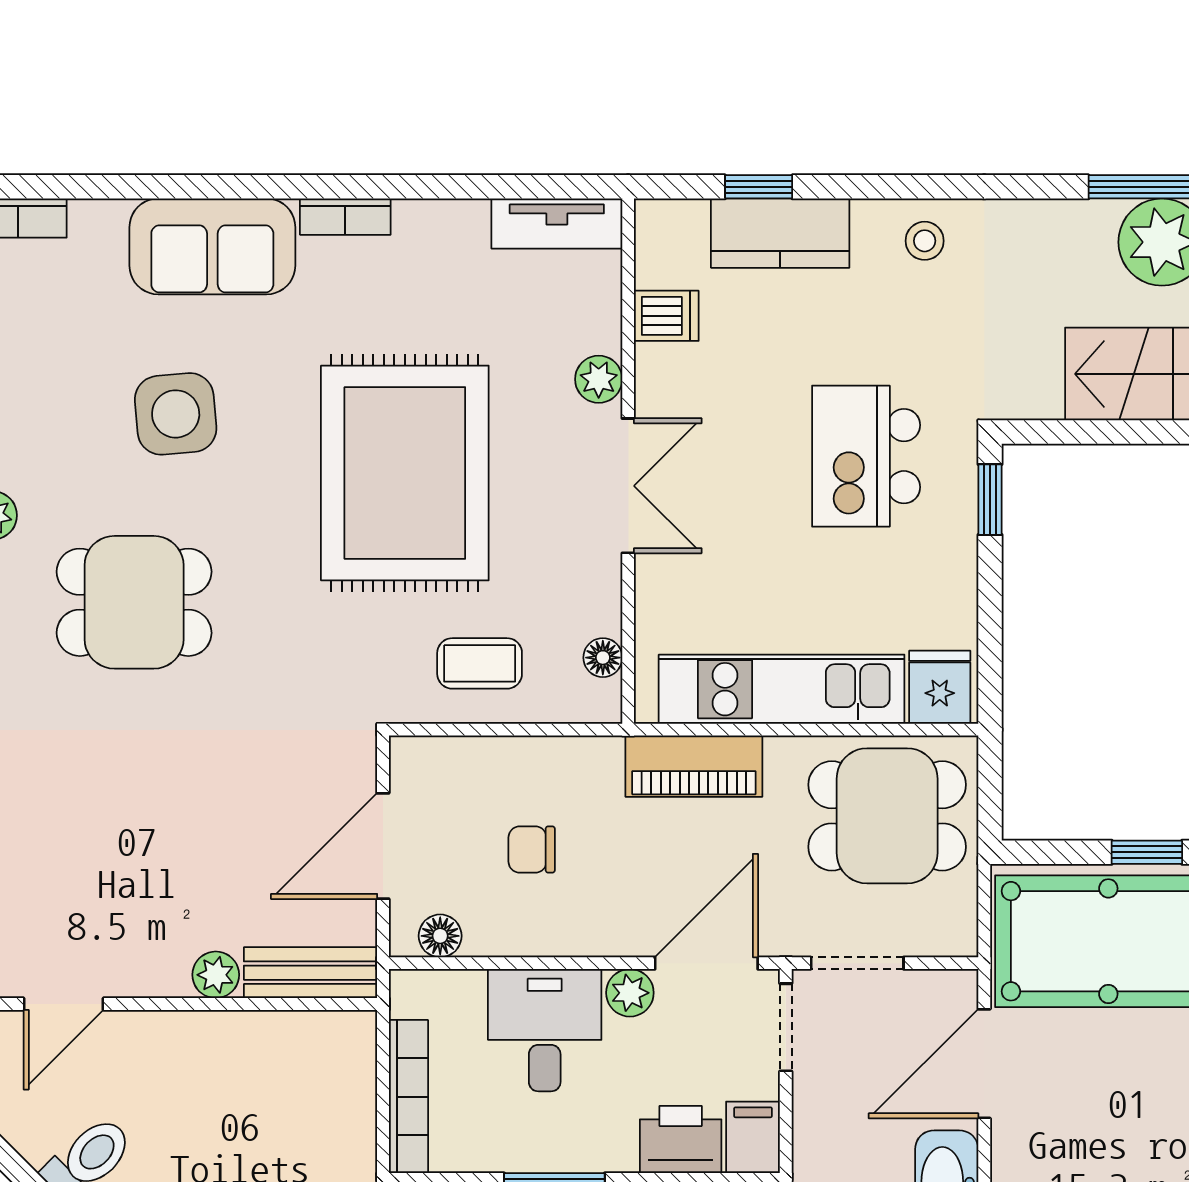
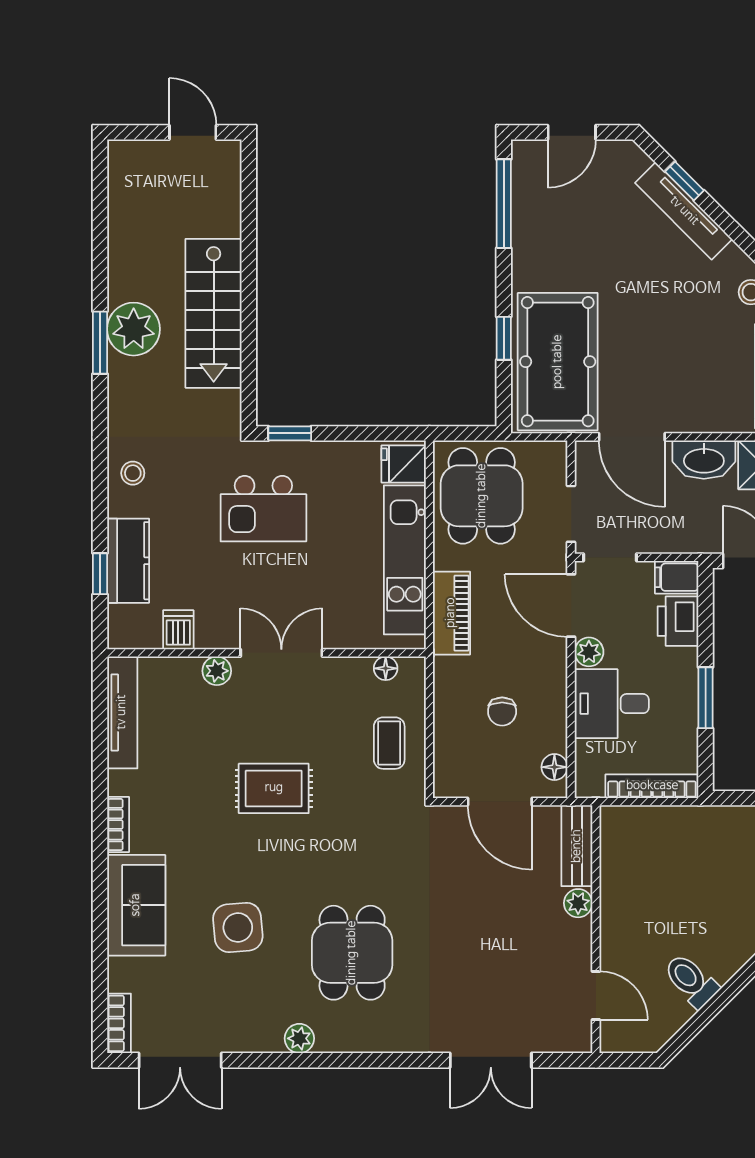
tv unit: (557, 224) -> (122, 712), width x1.41
rug: (405, 473) -> (274, 788), width x0.54, depth x0.49

